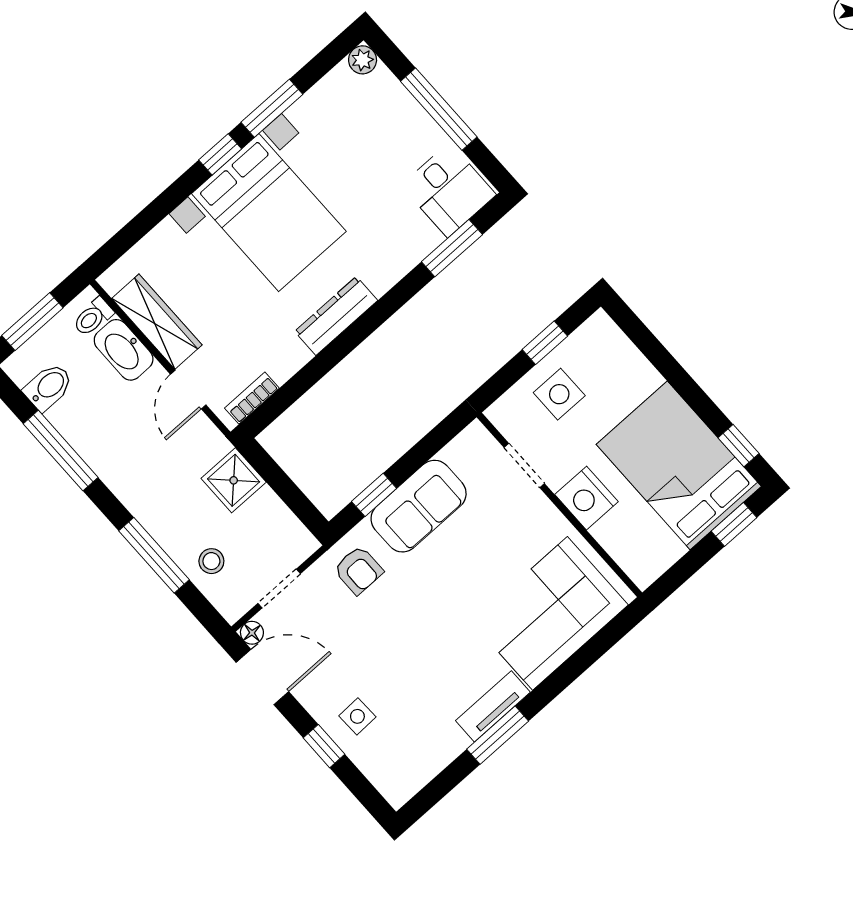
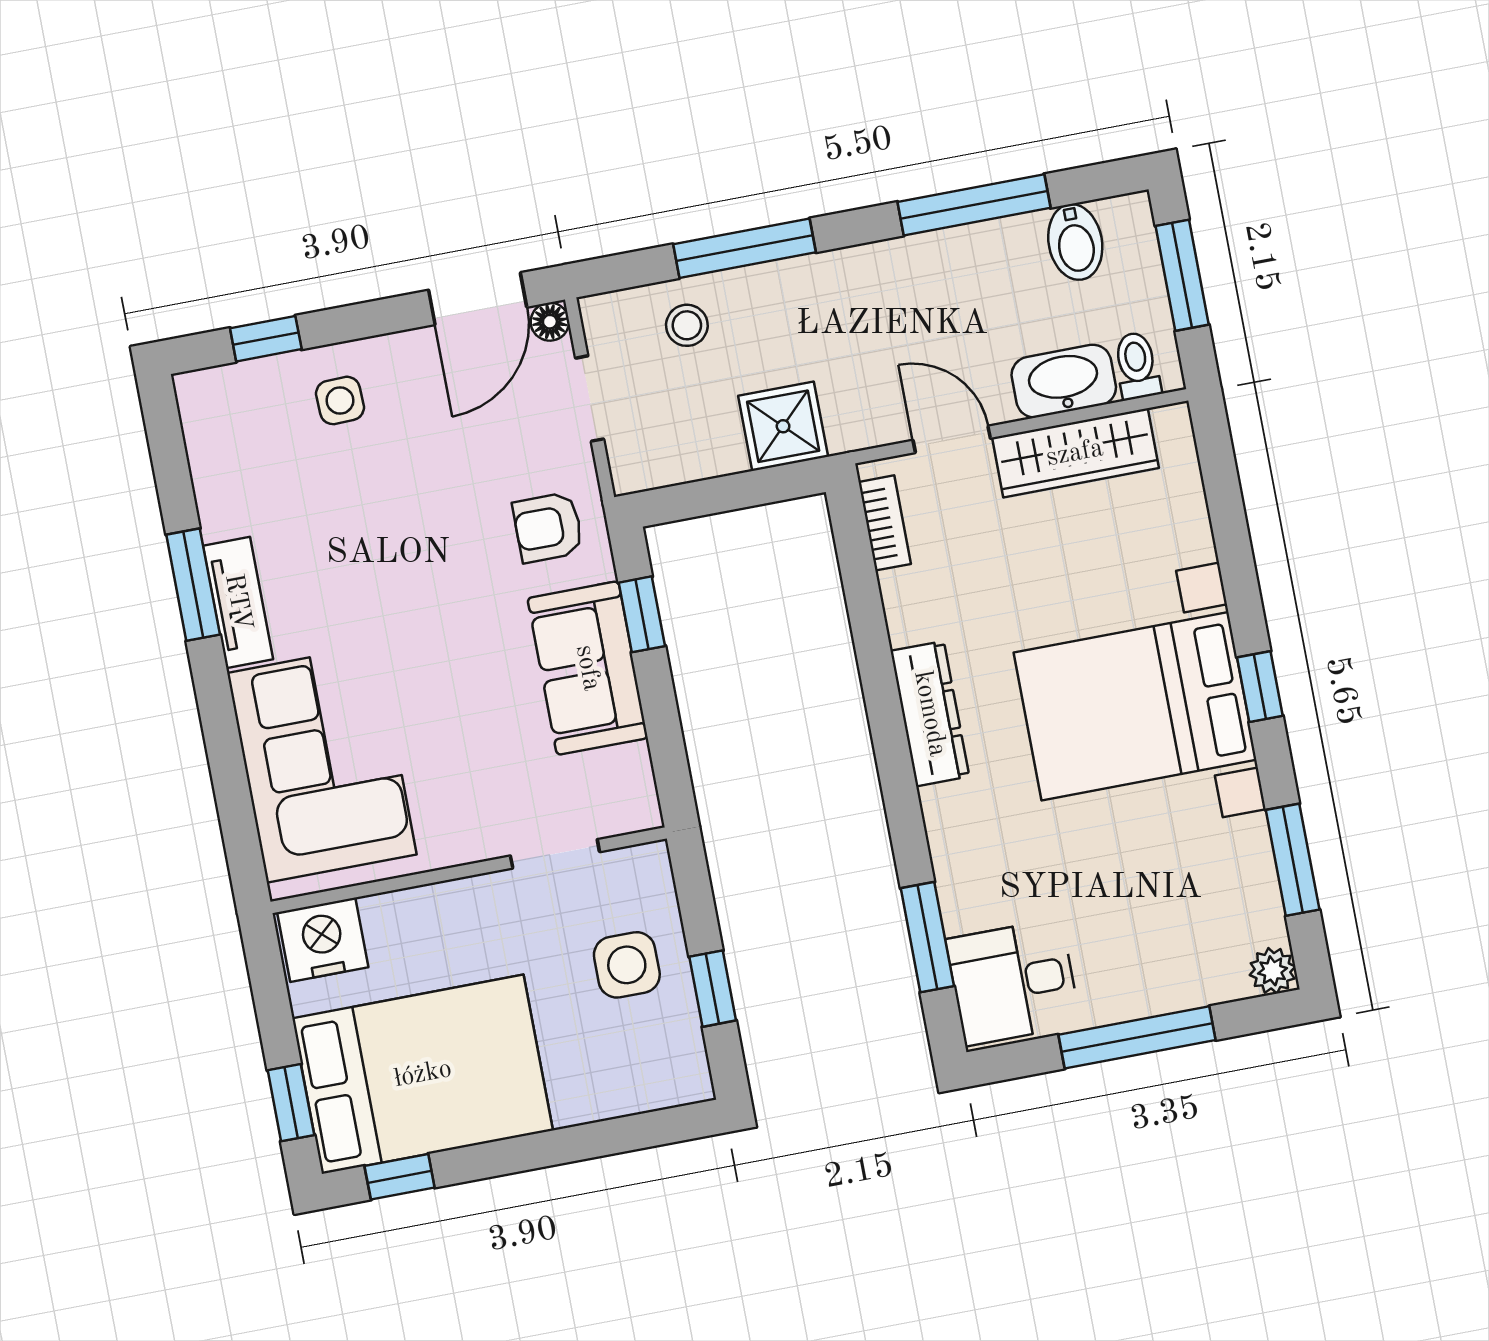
window: (272, 108) -> (1293, 860), moved
nightstand: (586, 498) -> (323, 940), moved
window: (324, 746) -> (266, 339), moved

